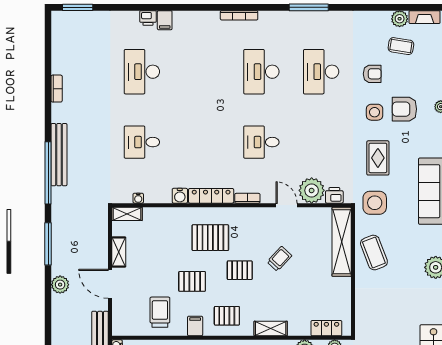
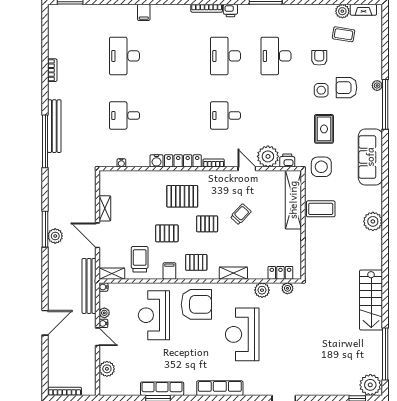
printer: (148, 18) -> (230, 11), moved
armchair: (372, 74) -> (319, 58), turned -90
shelving: (127, 214) -> (112, 274), moved
window: (48, 244) -> (45, 229), moved
coffee table: (374, 252) -> (321, 209), turned -69

